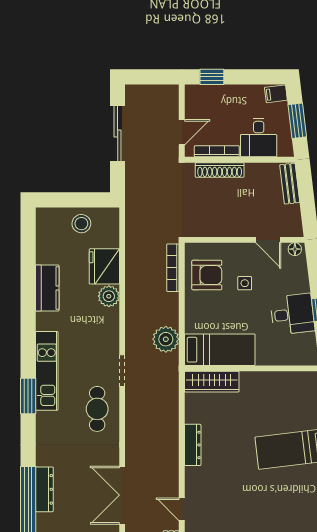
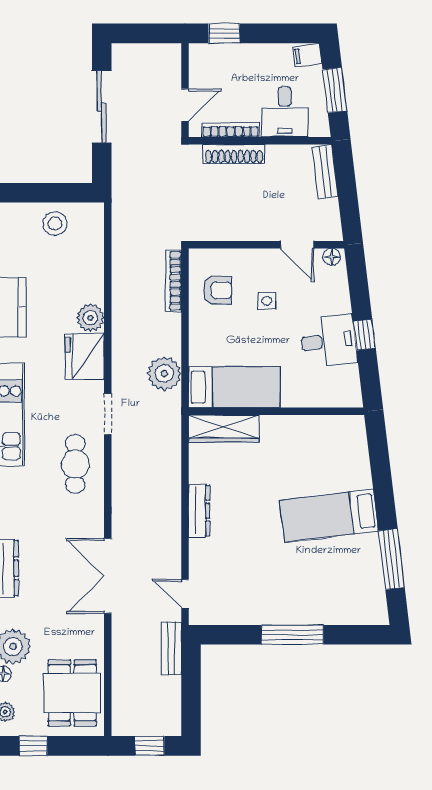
fridge: (104, 266) -> (85, 356), moved
armchair: (207, 275) -> (217, 290), width x0.72, depth x0.72

